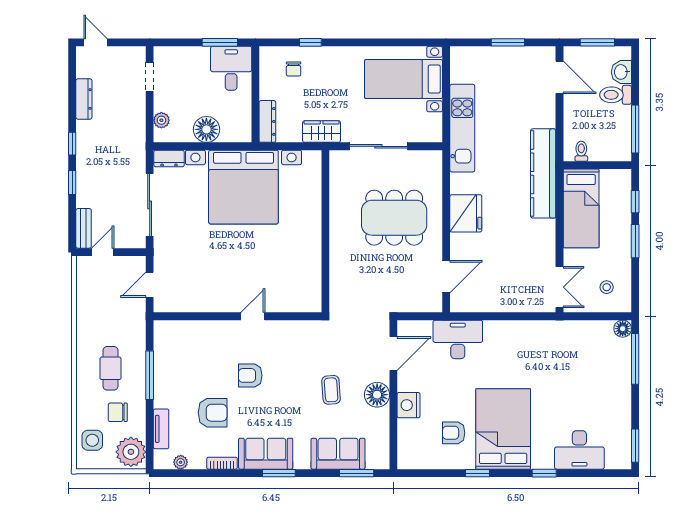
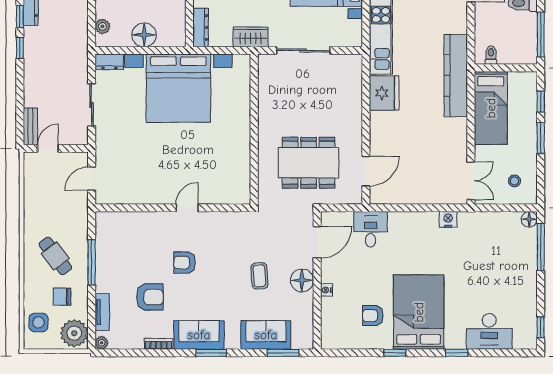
window: (72, 183) -> (20, 17), moved
sliding door: (150, 205) -> (92, 105), width x0.73
fridge: (466, 213) -> (384, 93), moved
dining table: (394, 218) -> (309, 163), moved
nightstand: (535, 329) -> (448, 219), added
desk: (458, 339) -> (371, 229), width x0.73
cafe table: (111, 368) -> (55, 256), turned -37
nightstand: (408, 405) -> (326, 290), width x0.53, depth x0.56
window: (635, 446) -> (541, 327), width x0.67
plant: (181, 462) -> (102, 343), moved

